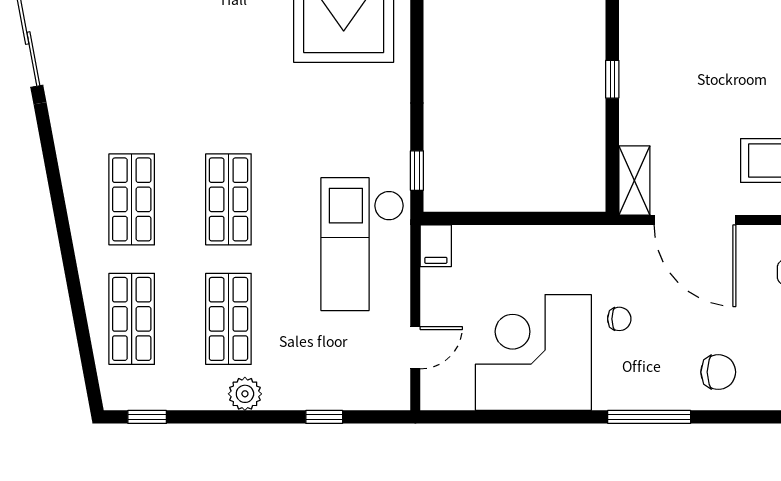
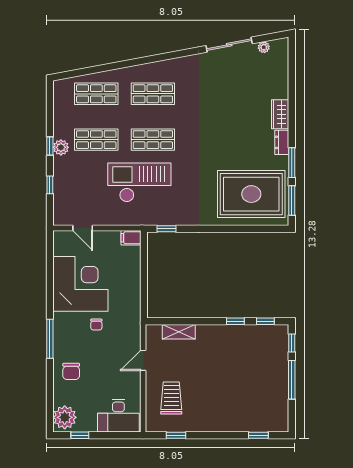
window: (612, 79) -> (235, 321), moved
shelving: (634, 181) -> (179, 332), moved
door: (695, 220) -> (143, 360), width x0.53
checkout: (362, 244) -> (139, 182), moved
window: (147, 417) -> (50, 146), moved

